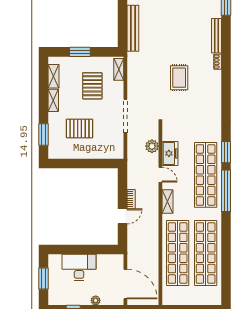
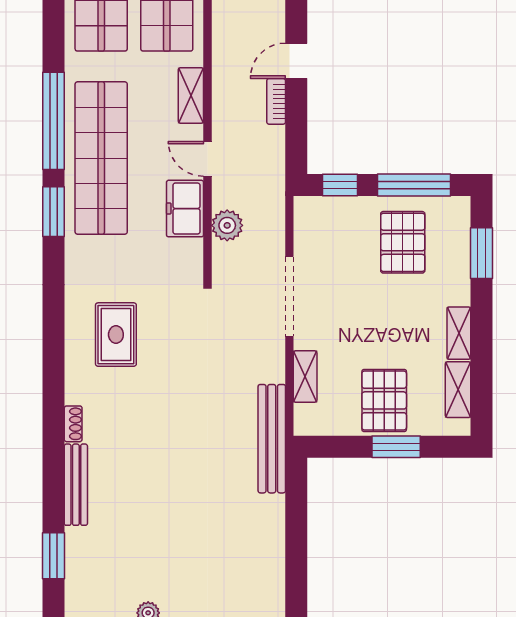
bench: (133, 28) -> (272, 439), moved
shelving: (119, 69) -> (305, 377), moved
rug: (179, 78) -> (116, 335), moved
pallet: (92, 86) -> (384, 400), moved
pallet: (80, 128) -> (403, 242), moved, turned 90
window: (72, 163) -> (414, 185), added
window: (104, 163) -> (340, 185), added

